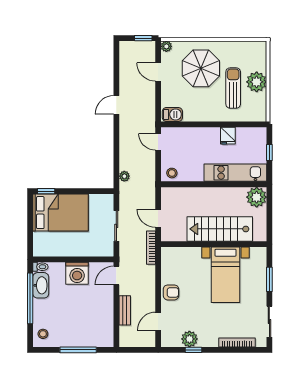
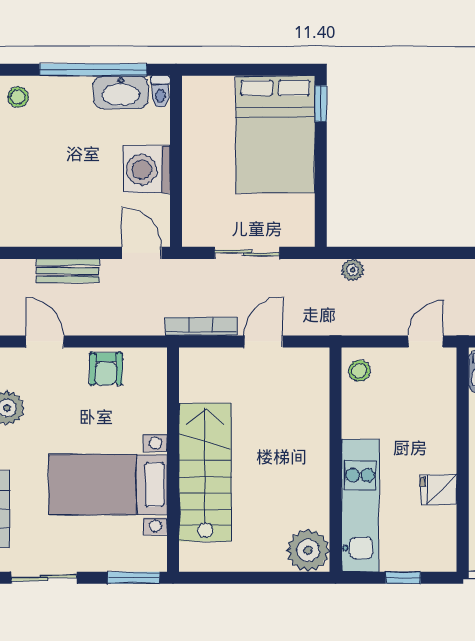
stairs: (220, 229) -> (205, 472), moved
wall: (214, 244) -> (173, 460), moved
bed with nightstands: (226, 275) -> (108, 485), moved

